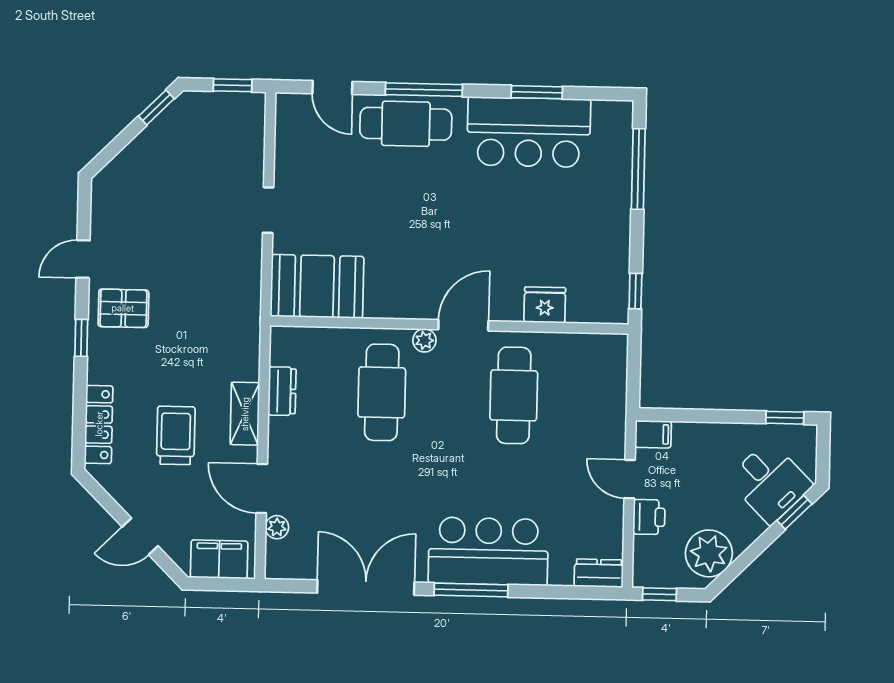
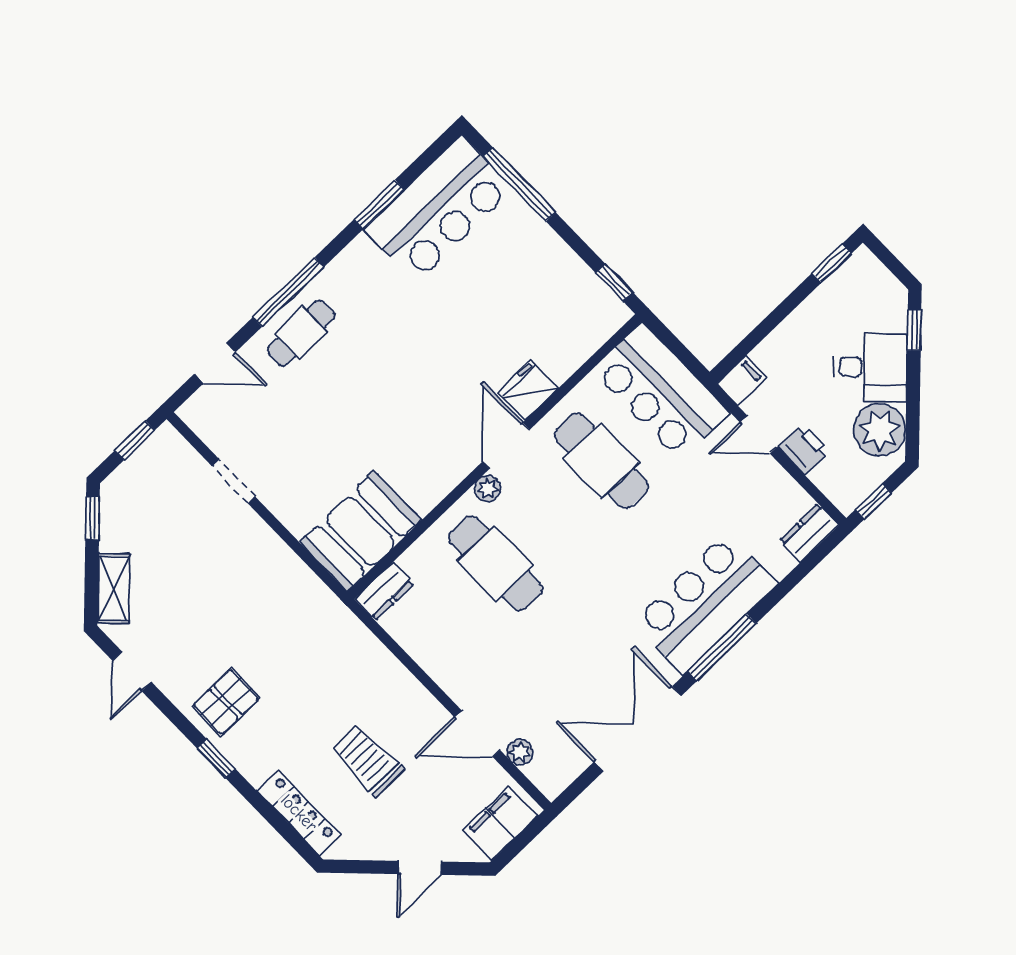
cafe table: (406, 124) -> (301, 333), width x0.73, depth x0.74
bar counter: (529, 132) -> (439, 209), moved
doorway: (268, 210) -> (234, 481), moved
door: (83, 259) -> (132, 671), moved
fridge: (545, 305) -> (528, 390), moved
bar counter: (596, 390) -> (661, 391), added
dresser: (282, 391) -> (384, 591), moved, turned 90
shelving: (245, 414) -> (114, 588), moved, turned 45
desk: (770, 482) -> (870, 367), moved

